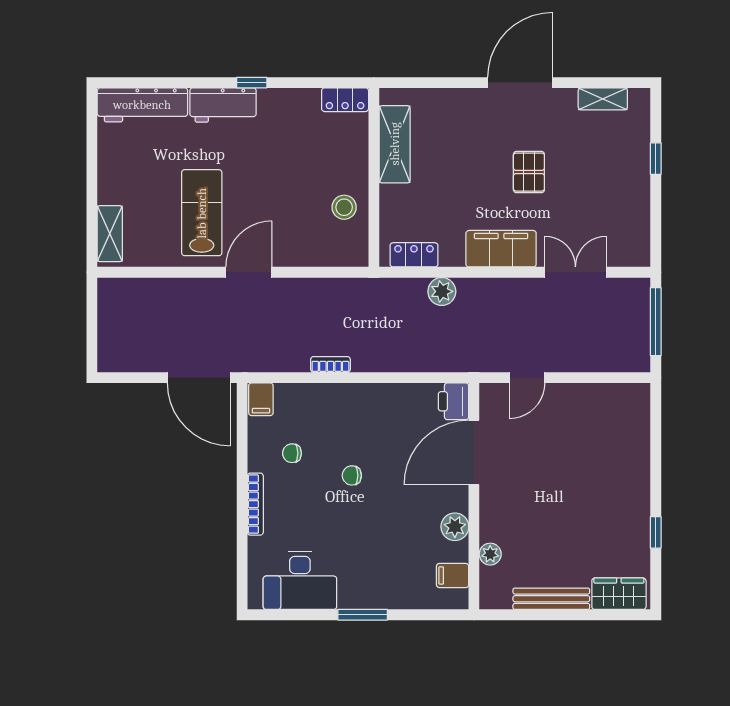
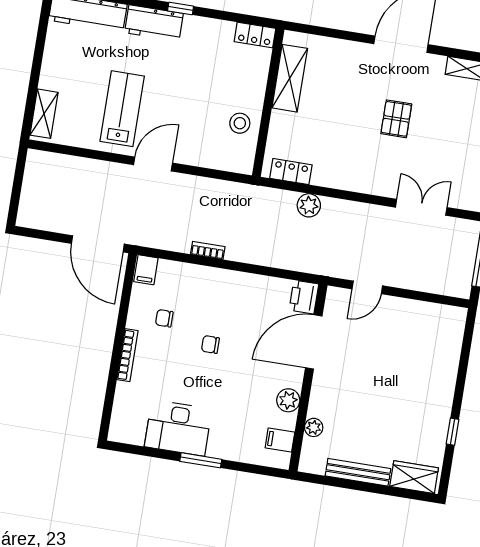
filing cabinet: (501, 249) -> (363, 178), removed
desk: (300, 581) -> (178, 428), moved

